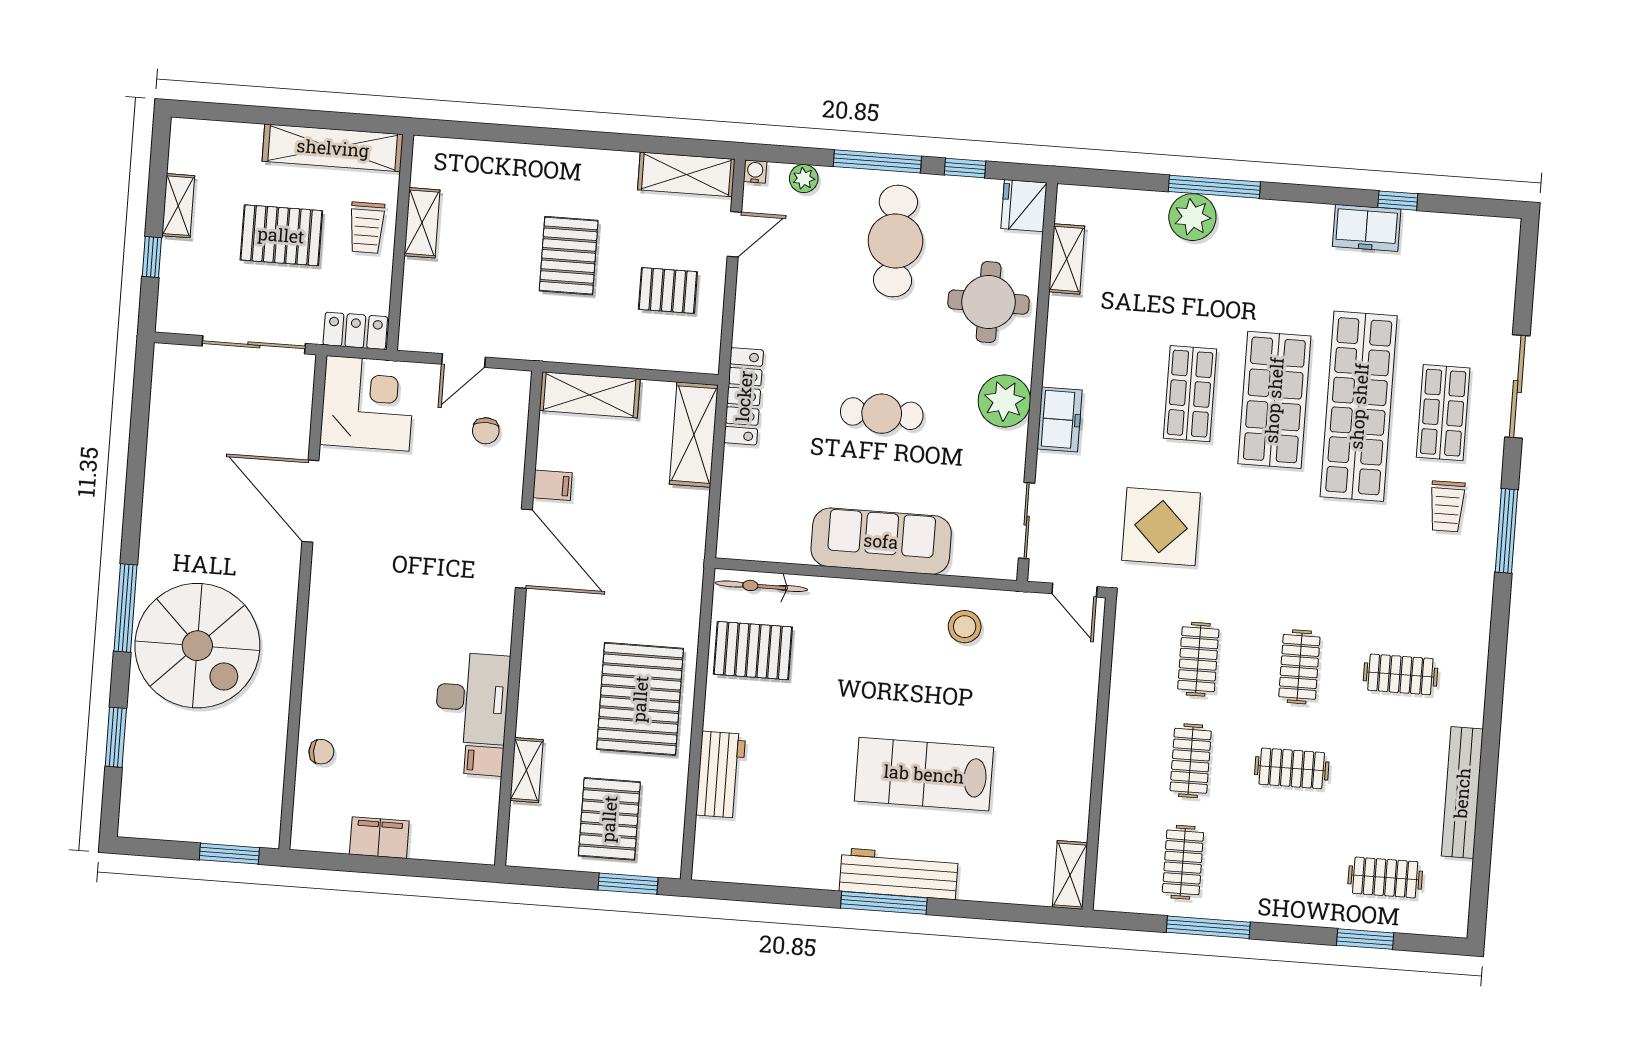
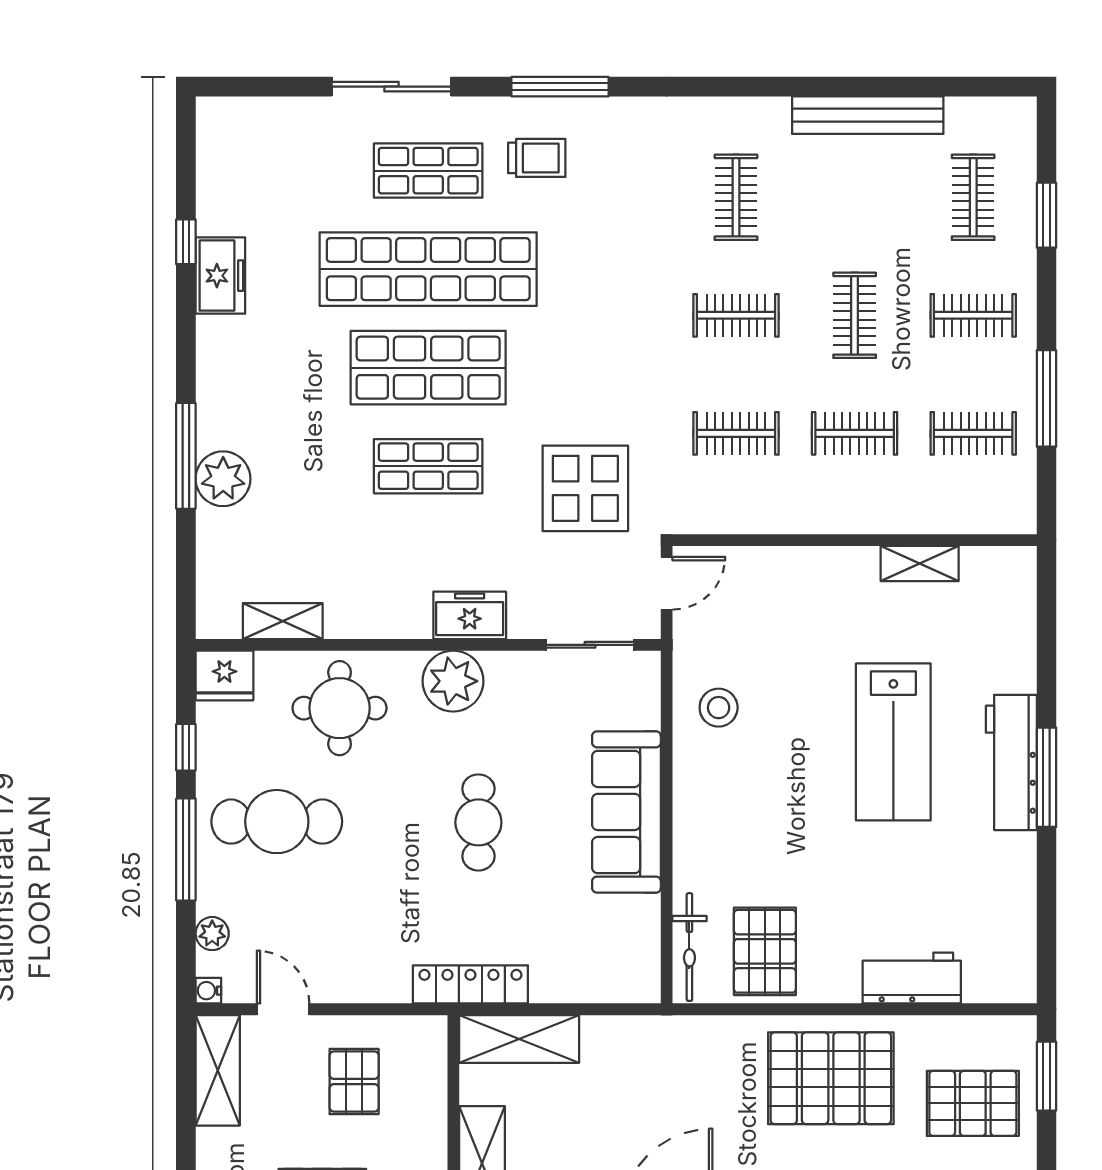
clothes rail: (1284, 870) -> (973, 315), added
shelving: (1070, 875) -> (920, 564), moved

